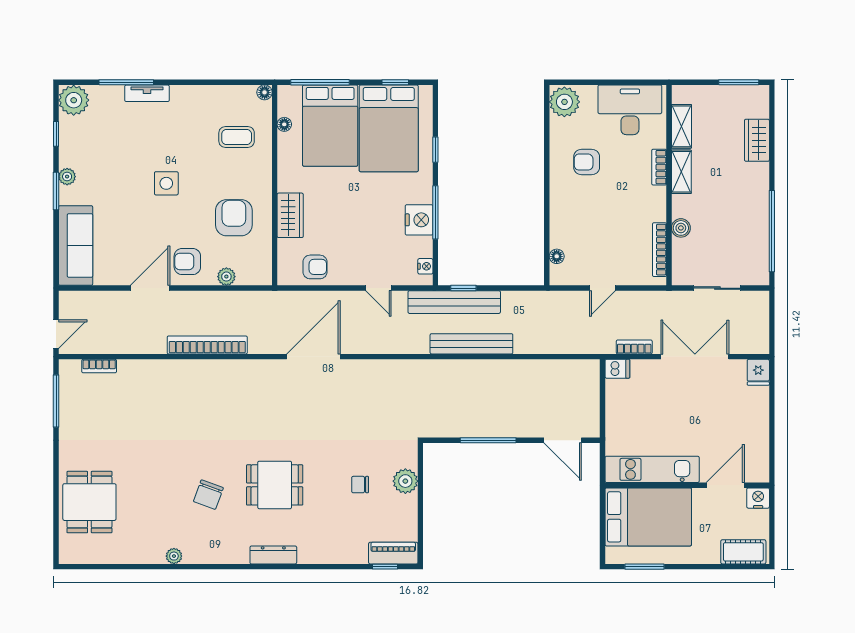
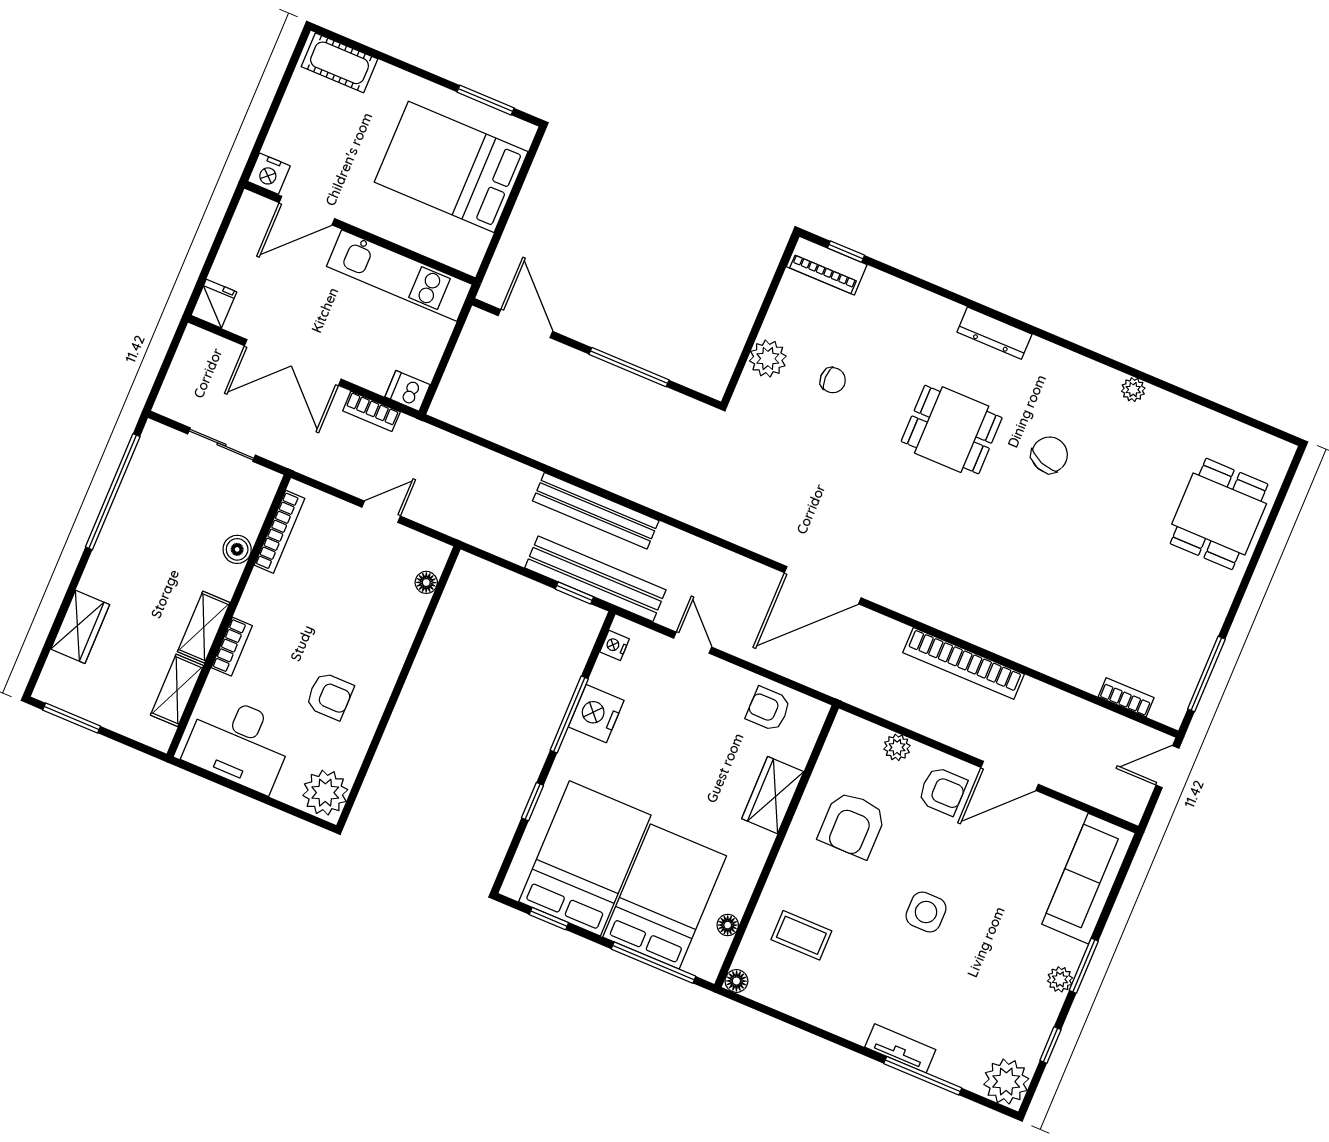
kitchen unit: (652, 469) -> (399, 275), moved
wall: (687, 485) -> (360, 233), moved
door: (725, 485) -> (307, 211), moved
nightstand: (758, 498) -> (269, 174), moved

